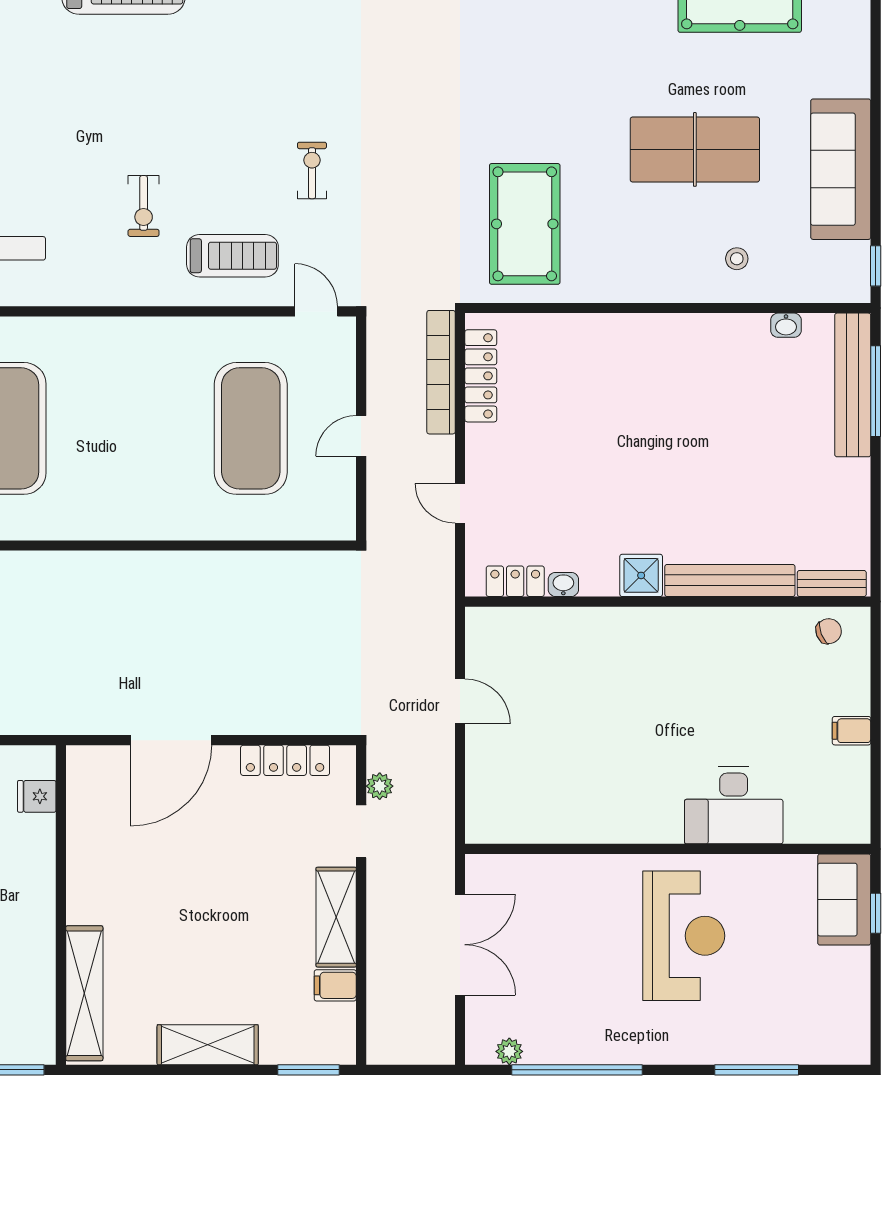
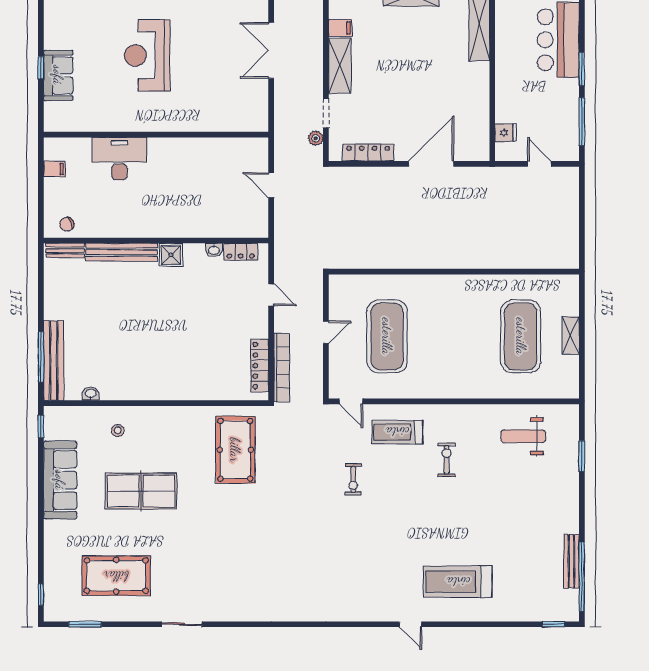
desk: (734, 805) -> (120, 159), moved
wall: (668, 849) -> (156, 135), moved

